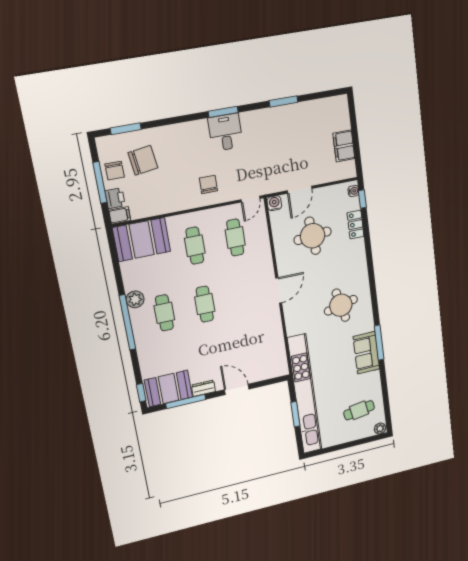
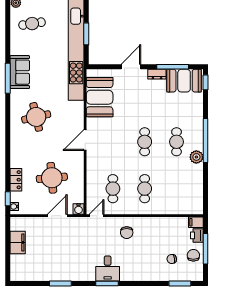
chair: (143, 160) -> (172, 259), width x0.54, depth x0.54
booth: (142, 240) -> (100, 97), moved, turned 90
door: (237, 389) -> (131, 67), swing flipped

